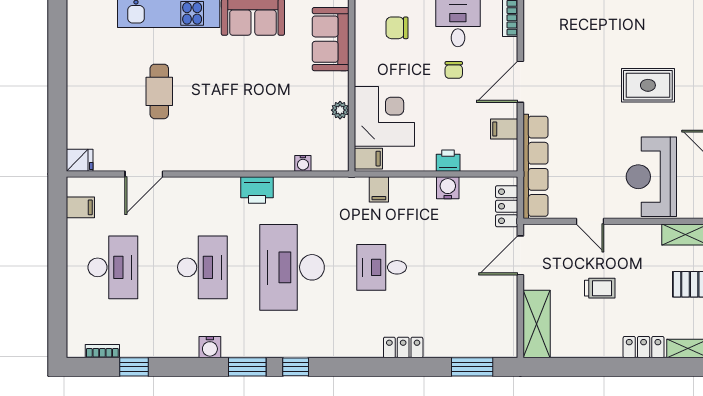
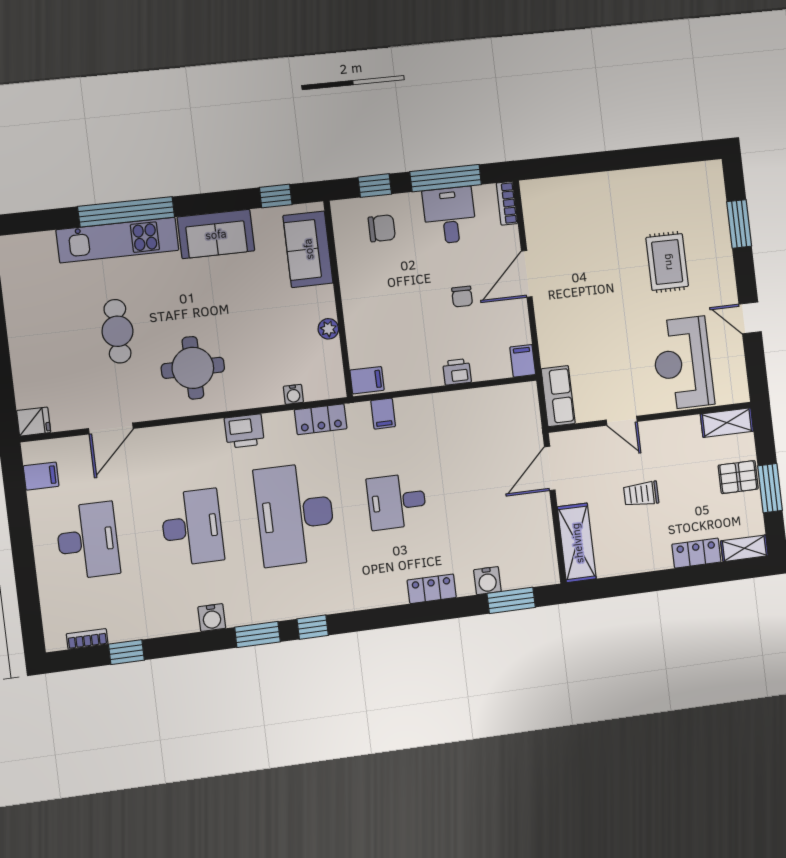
chair: (397, 28) -> (382, 228), turned 180
chair: (454, 70) -> (462, 297), moved
rug: (648, 85) -> (667, 262), turned 90
corner desk: (384, 116) -> (379, 330), removed
filing cabinet: (504, 129) -> (523, 361), moved, turned 90
round table: (219, 130) -> (193, 368), added
row of seats: (535, 166) -> (558, 396), width x0.50
water cooler: (448, 188) -> (487, 581), moved, turned 180
locker: (507, 206) -> (321, 419), moved, turned -90
trolley: (600, 288) -> (641, 494), turned 180

